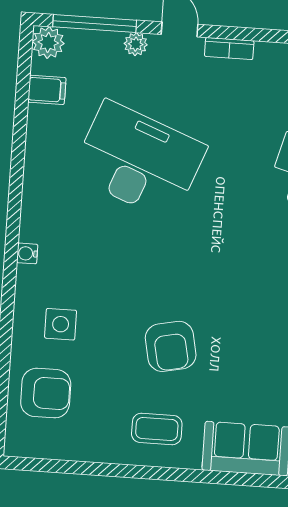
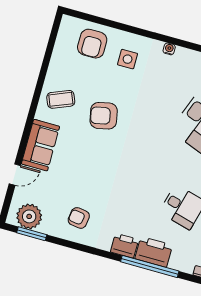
coffee table: (157, 429) -> (61, 99), turned 68

